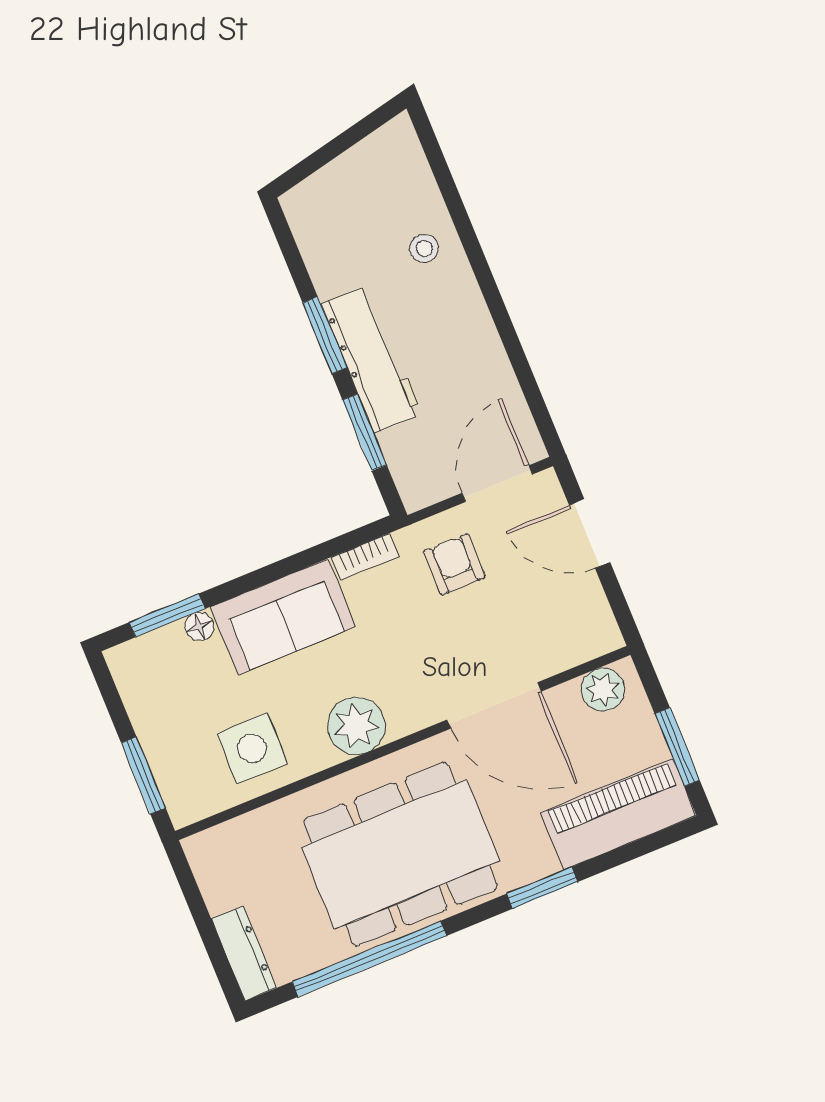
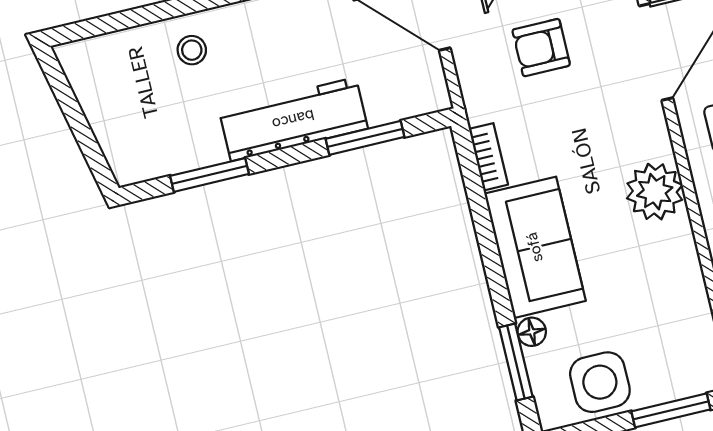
window: (325, 335) -> (209, 175), moved
armchair: (454, 564) -> (541, 48), moved
side table: (252, 748) -> (600, 382), moved

